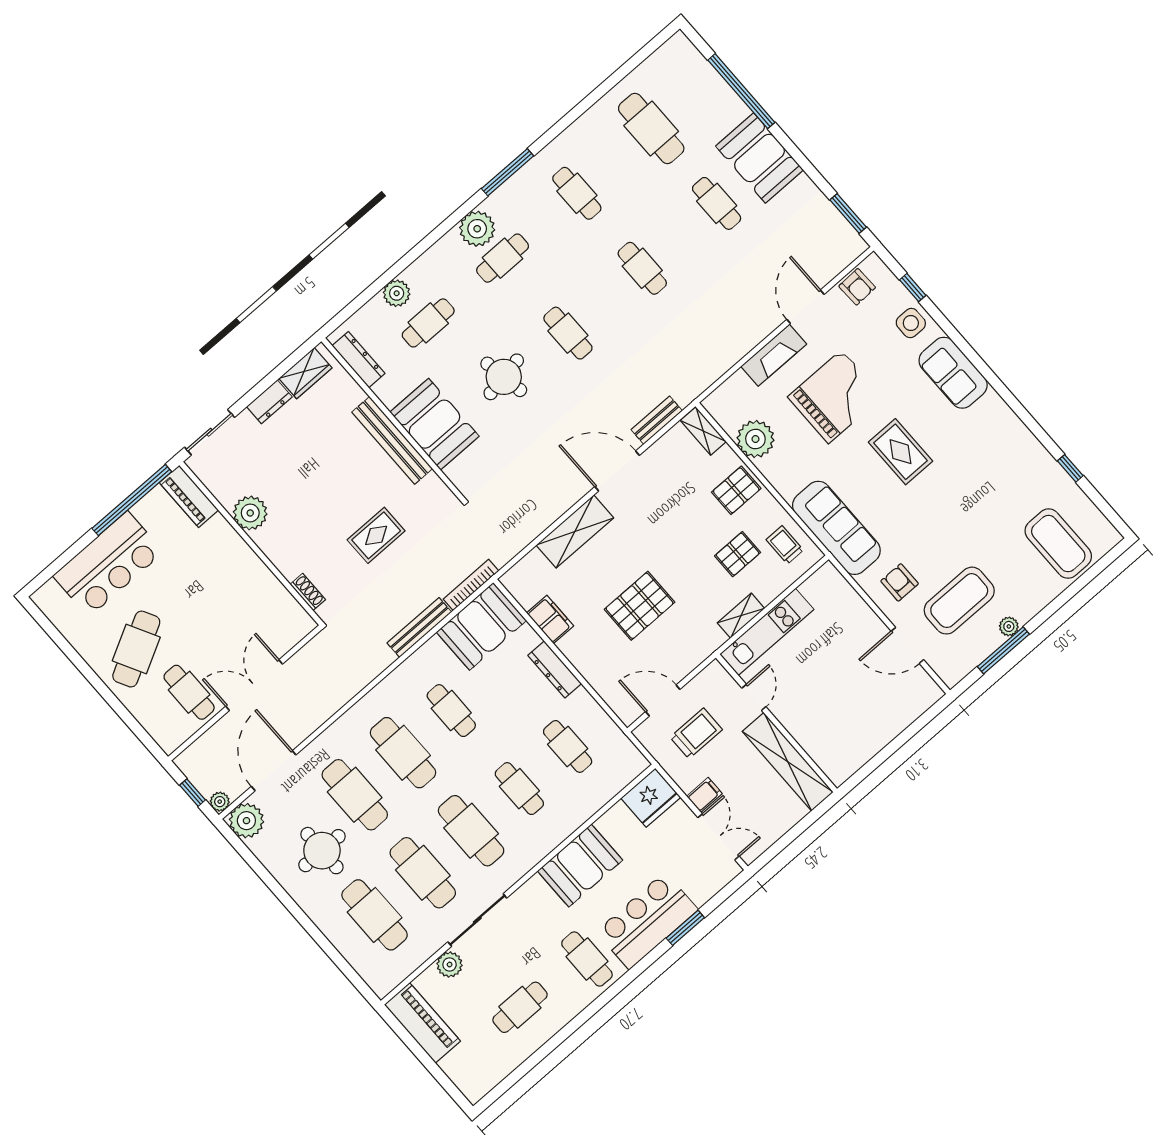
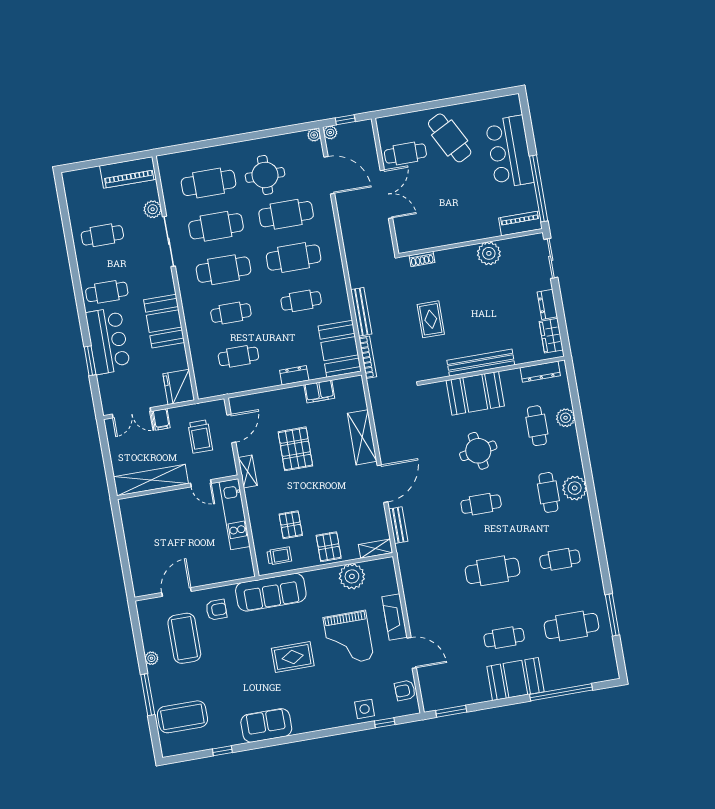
window: (508, 172) -> (612, 615), moved
cafe table: (642, 268) -> (493, 571), width x1.37, depth x1.35
sofa: (953, 373) -> (266, 725), moved
shelving: (741, 616) -> (248, 471), moved
window: (1003, 650) -> (148, 695), moved
dresser: (555, 669) -> (294, 375), width x0.70
plant: (246, 821) -> (314, 135), width x0.53, depth x0.53
cafe table: (520, 1007) -> (102, 235), turned 90

